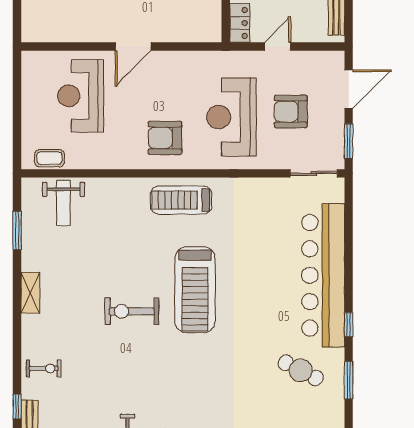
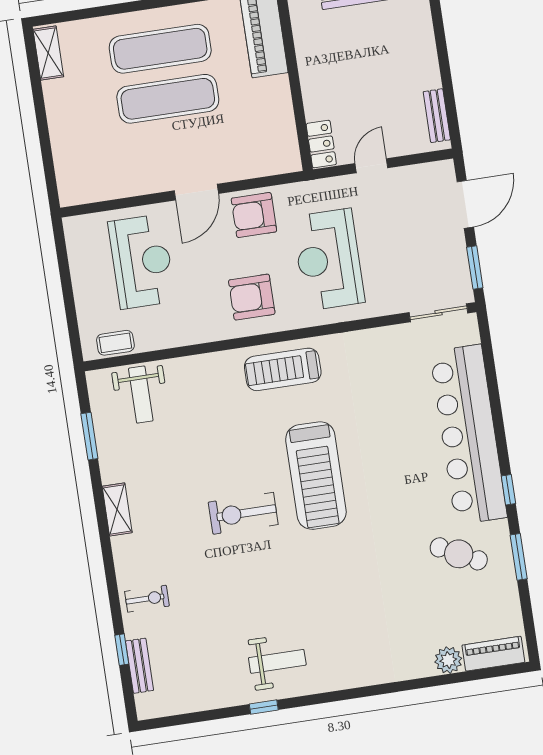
reception desk: (81, 96) -> (142, 262), turned 180
armchair: (291, 111) -> (254, 215), moved

